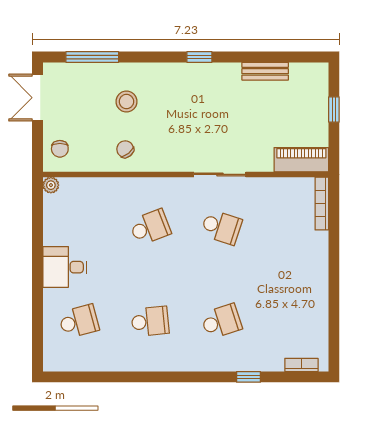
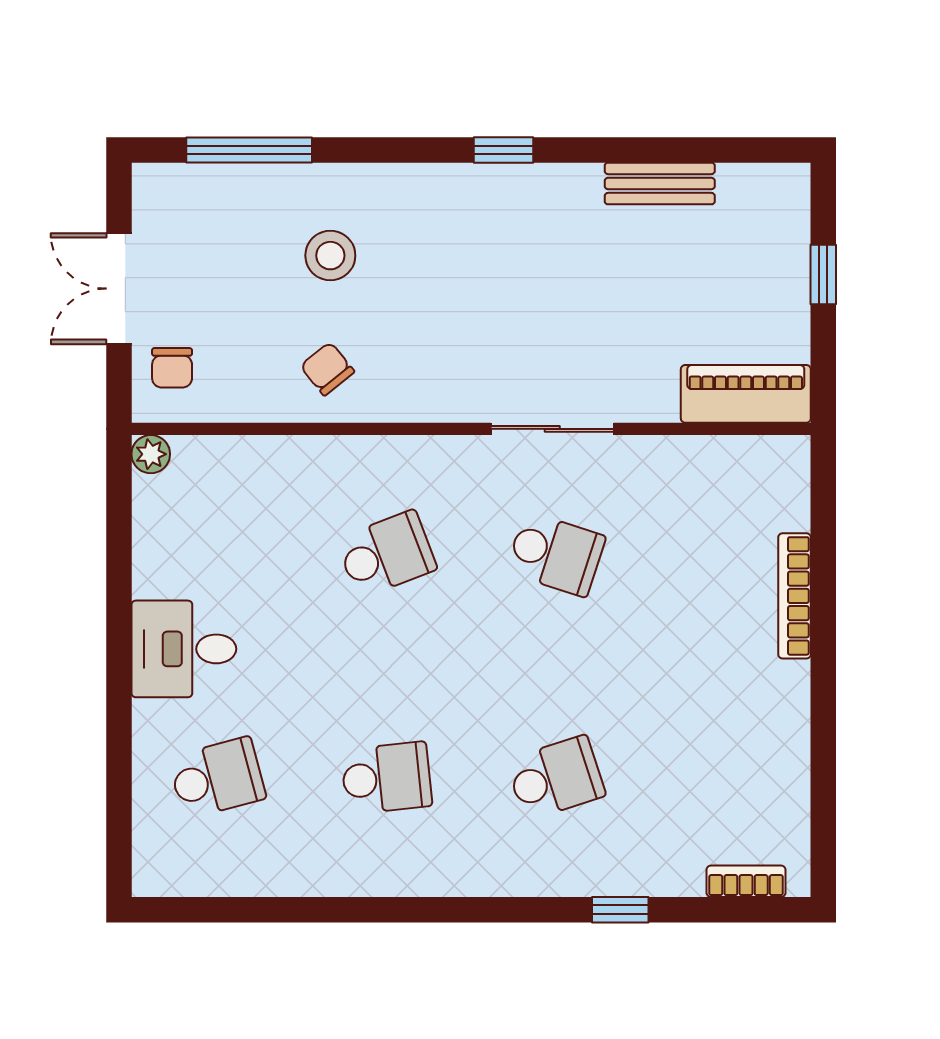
double door: (37, 98) -> (119, 289), moved
bookcase: (322, 203) -> (795, 596), moved

